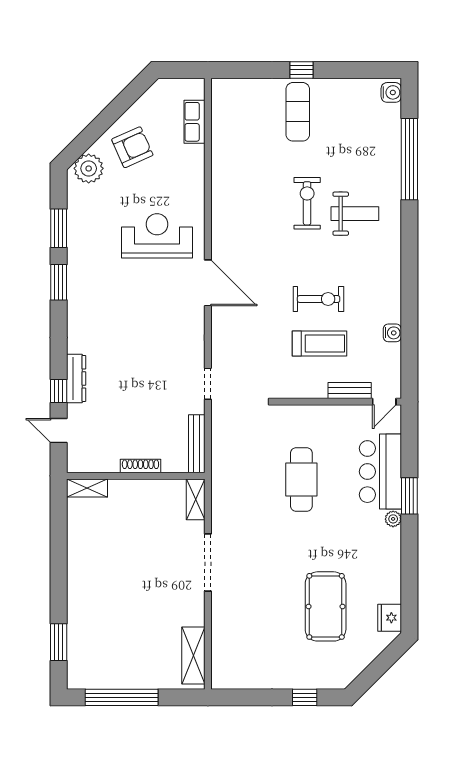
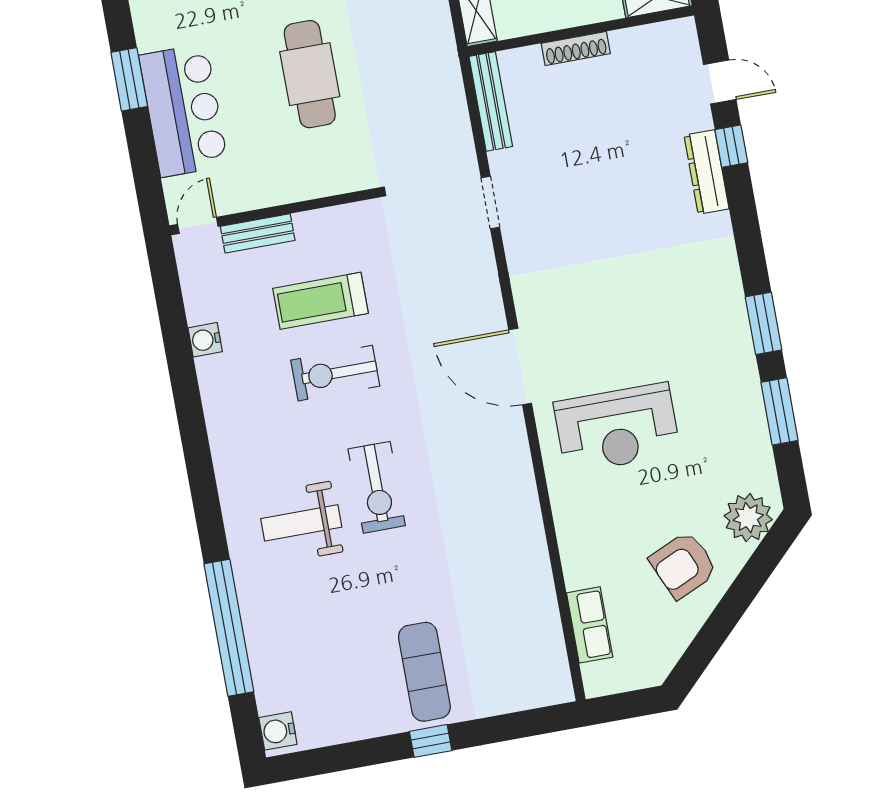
exercise bike: (307, 203) -> (377, 487), moved
plant: (393, 519) -> (149, 37), removed

